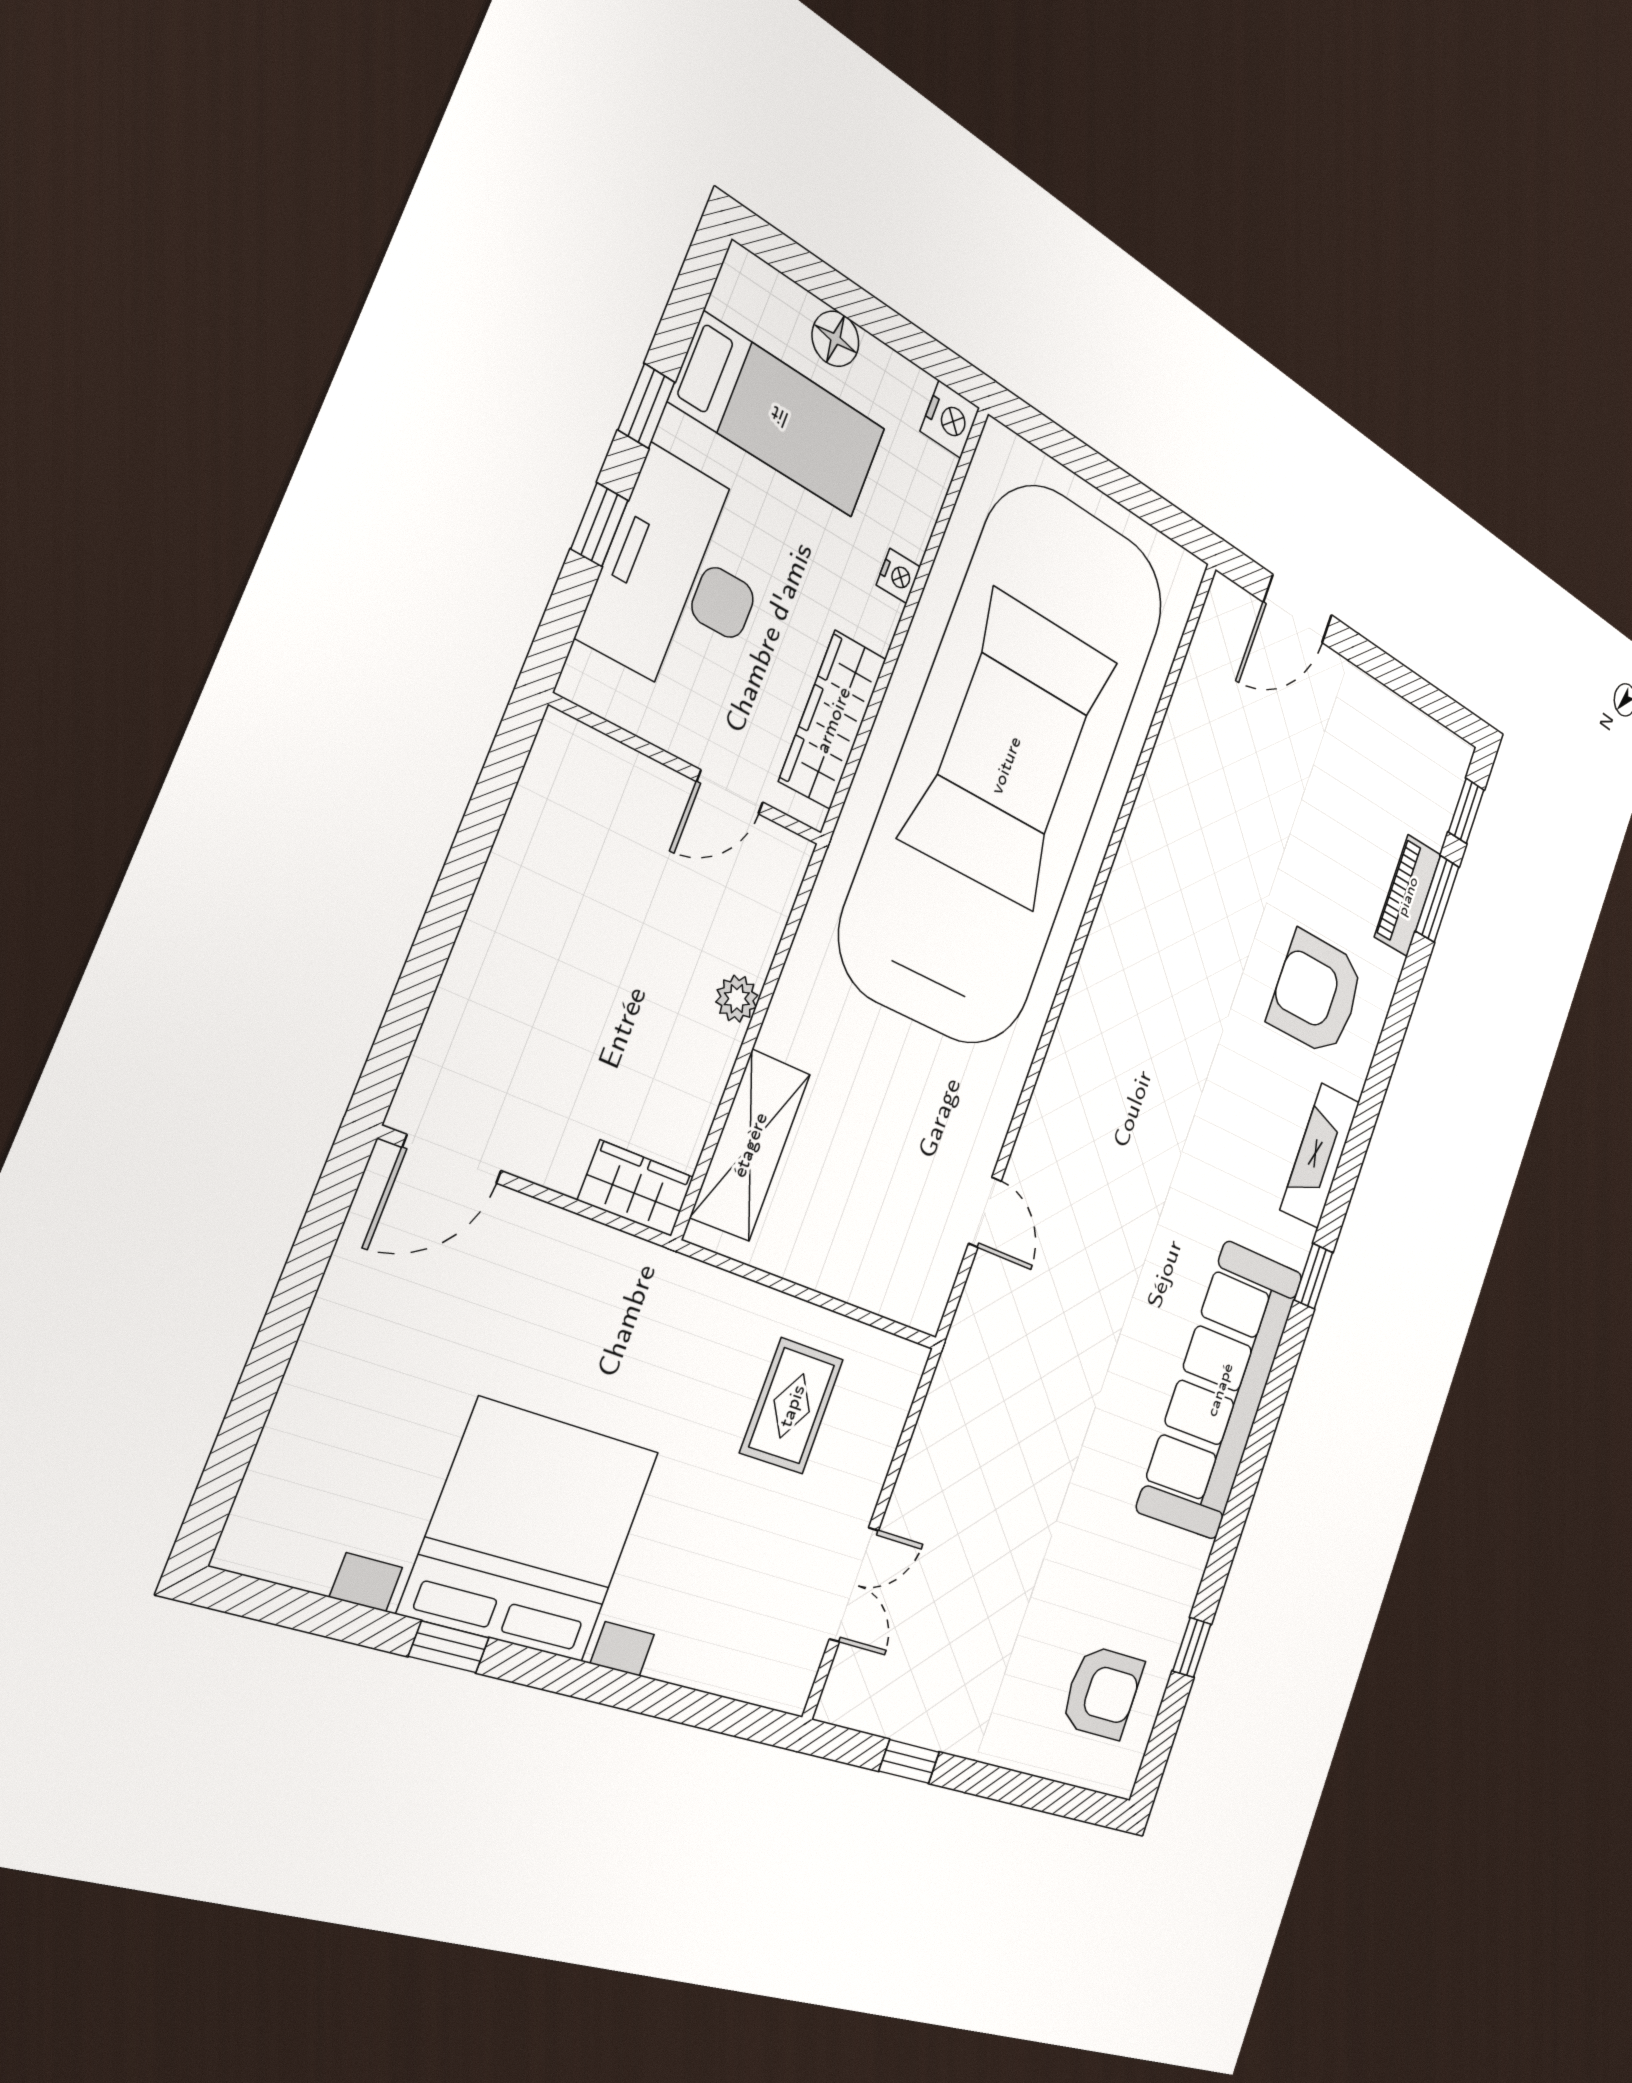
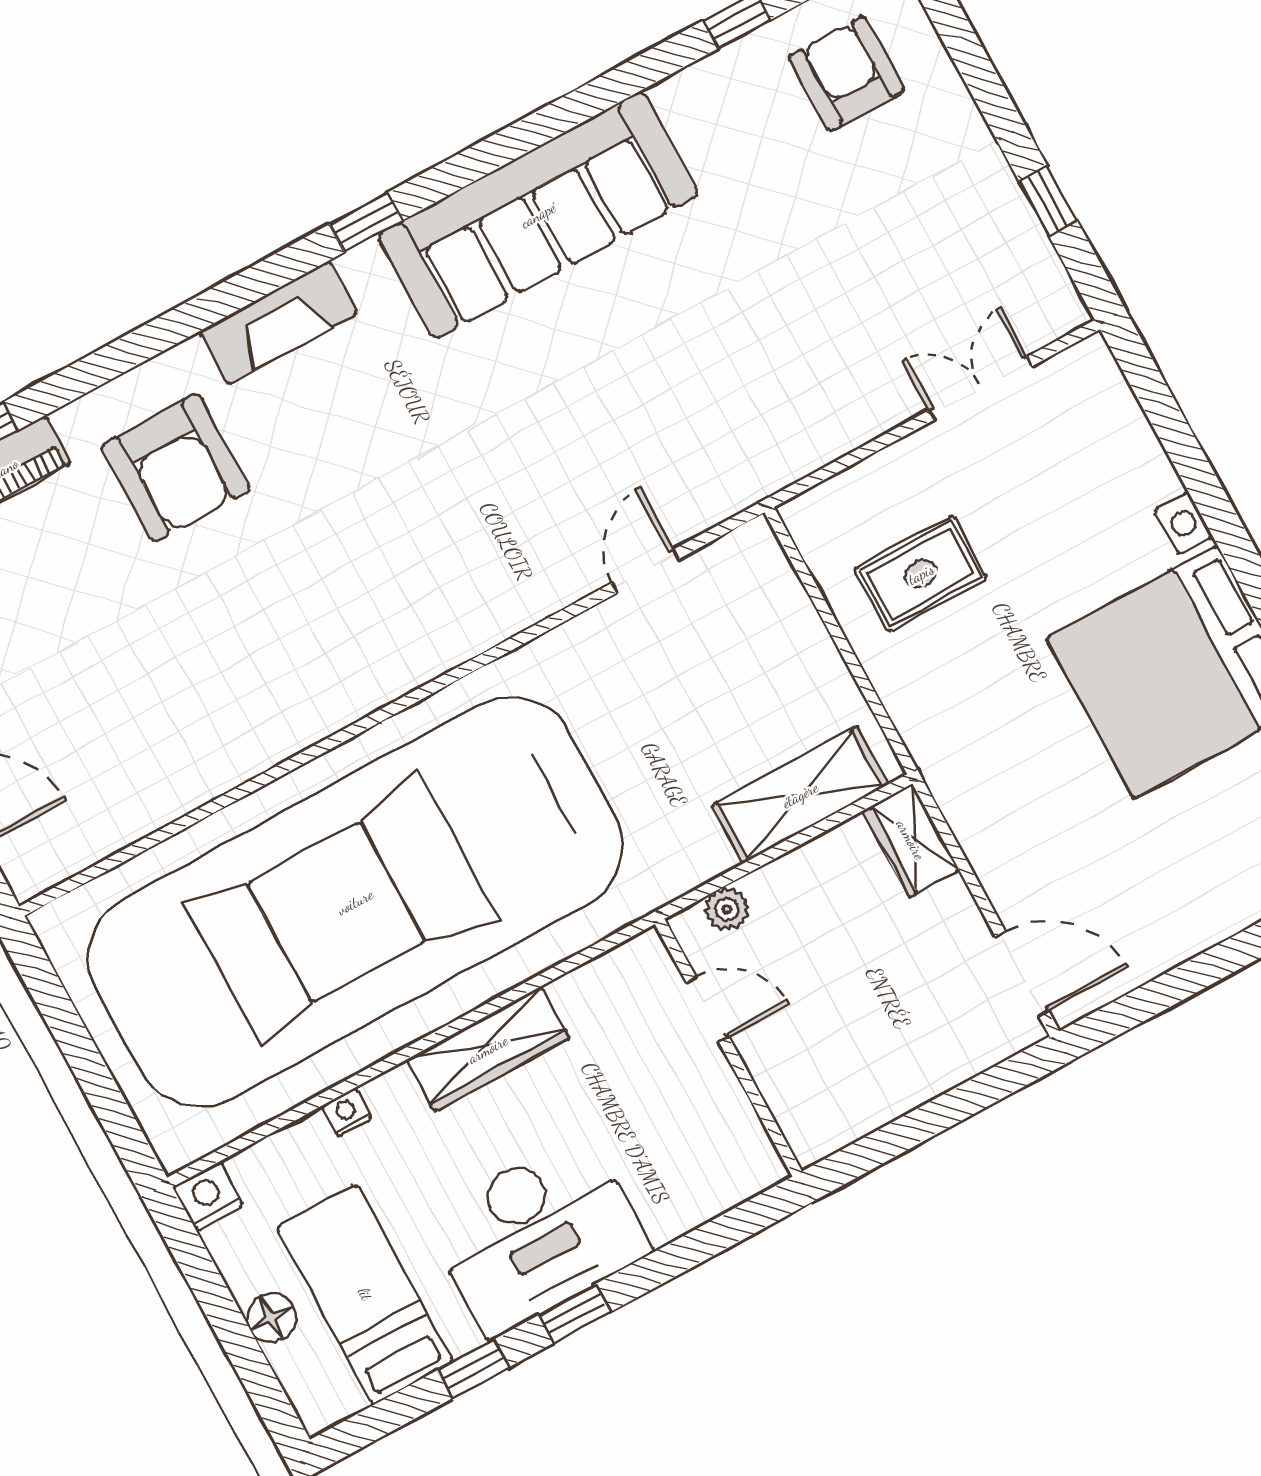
wall: (690, 771) -> (728, 1048), moved
door: (730, 792) -> (708, 1010), moved

